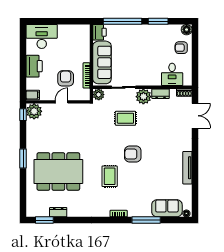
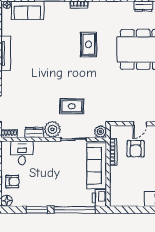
armchair: (133, 154) -> (64, 68), removed

